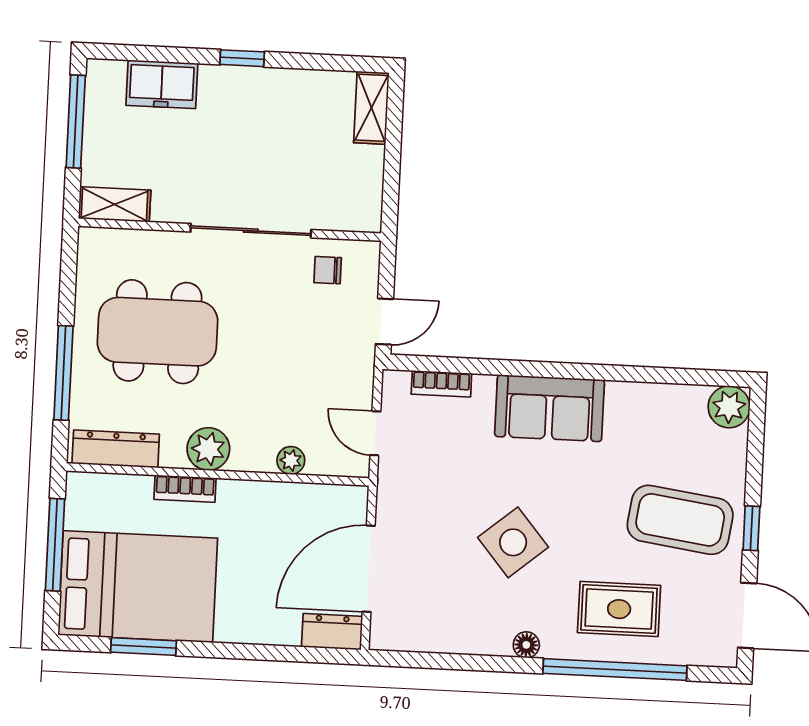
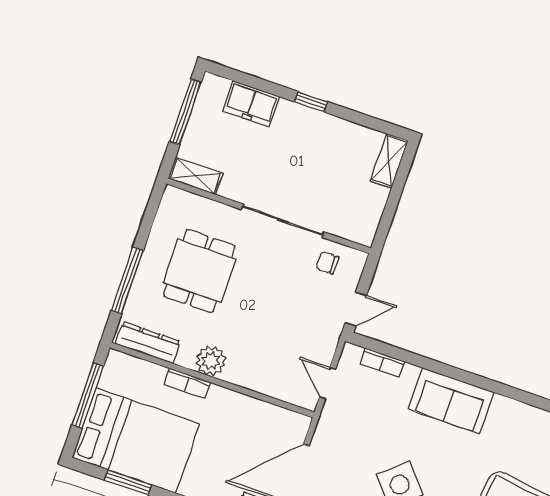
dining table: (157, 332) -> (199, 271), width x0.73
plant: (291, 460) -> (265, 385), removed

